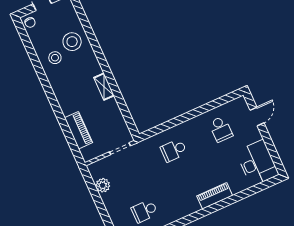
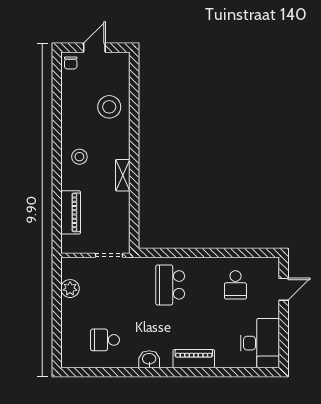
stool: (55, 58) -> (79, 157), moved
school desk: (174, 150) -> (170, 285), width x1.85
washbasin: (183, 211) -> (149, 359), added

